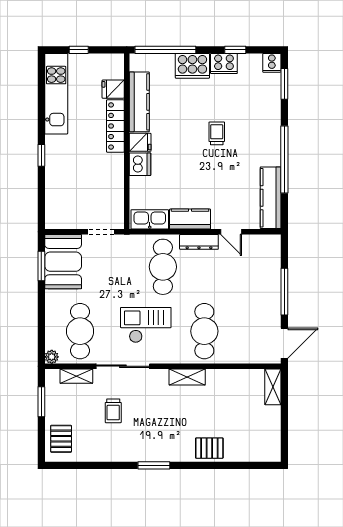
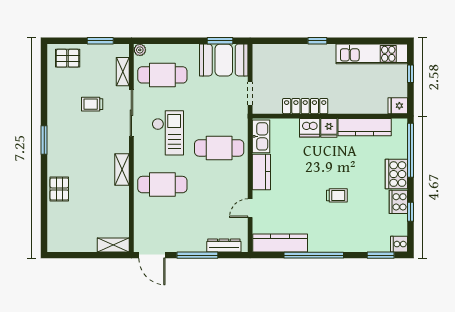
fridge: (113, 89) -> (398, 106), moved, turned -90
locker: (115, 126) -> (305, 106), moved
dresser: (199, 242) -> (224, 246), moved, turned 90

